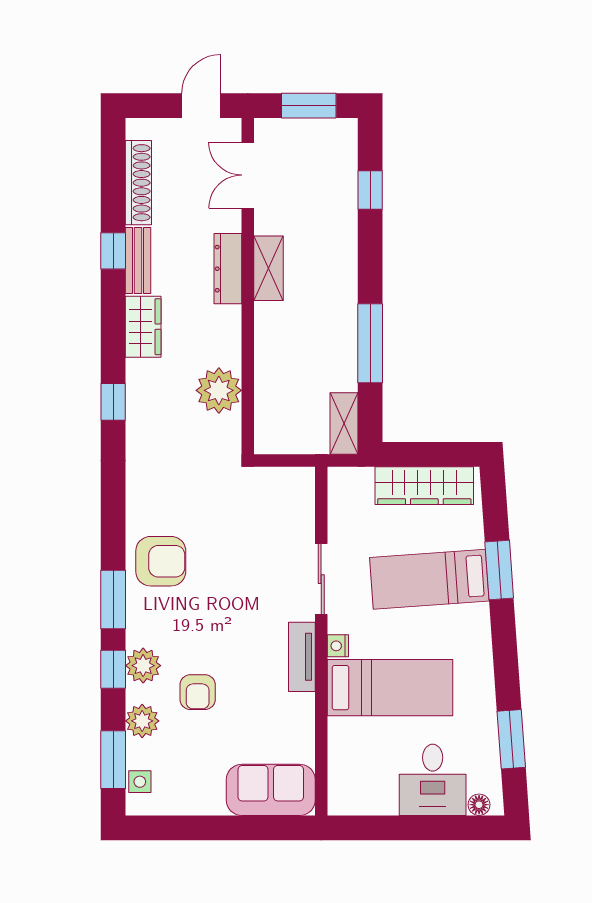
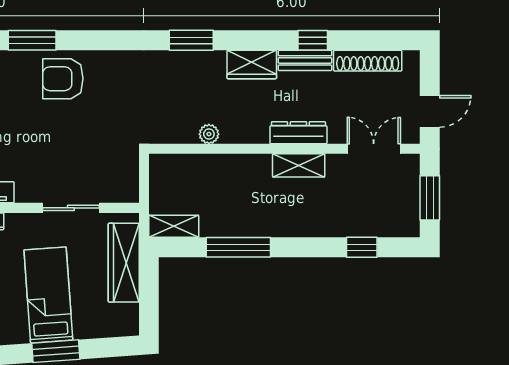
door: (201, 106) -> (430, 111), hinge flipped
plant: (219, 390) -> (209, 134), width x0.53, depth x0.53
window: (113, 402) -> (191, 40), width x1.50
wardrobe: (424, 486) -> (124, 263), moved
armchair: (161, 561) -> (63, 79), turned 90
sliding door: (321, 579) -> (71, 208), moved

